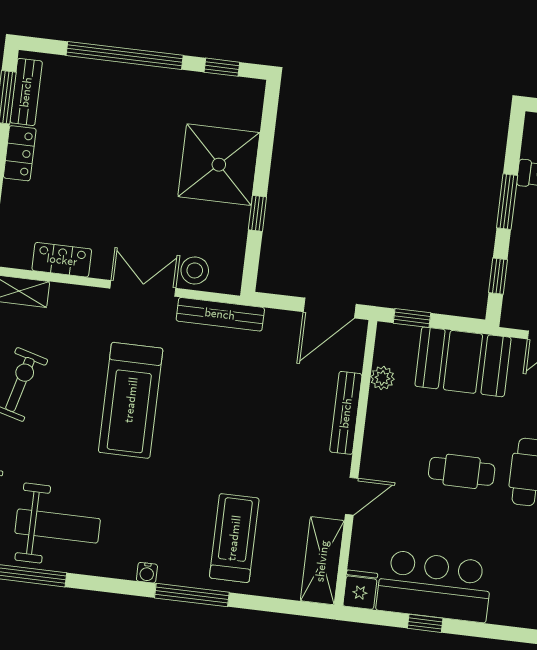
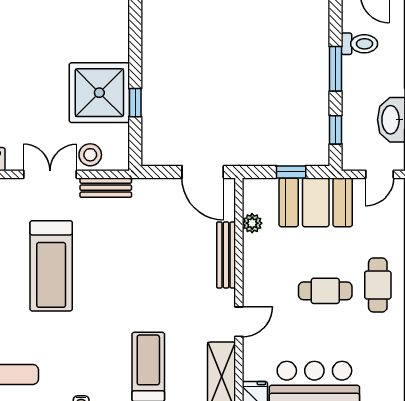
shower: (219, 165) -> (99, 93), moved
door: (330, 308) -> (203, 172), hinge flipped
bench: (220, 314) -> (106, 188), width x0.73
window: (412, 318) -> (291, 172), moved

